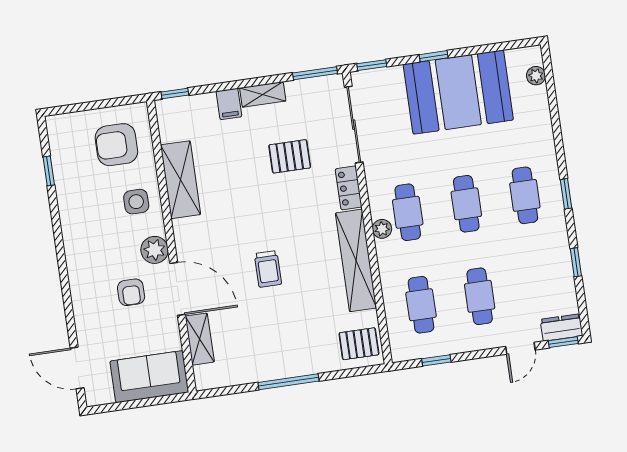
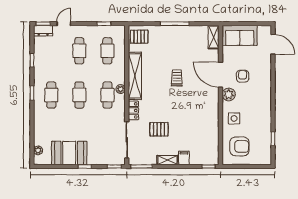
booth: (458, 92) -> (69, 153), width x0.73, depth x0.70
shelving: (181, 180) -> (212, 126), removed
shelving: (200, 339) -> (214, 37), moved

